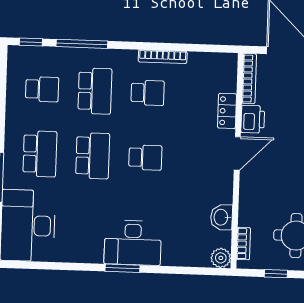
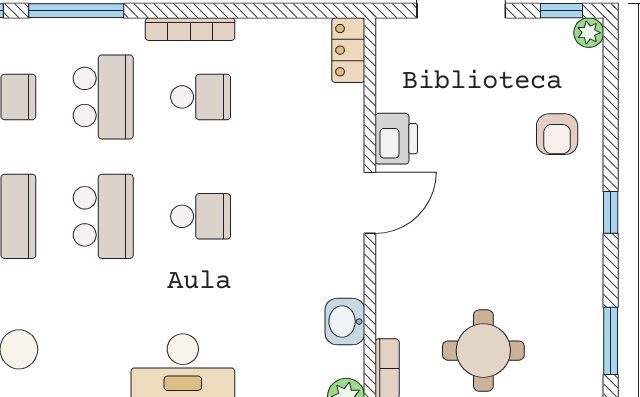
bookcase: (163, 57) -> (190, 29), moved
bookcase: (249, 79) -> (387, 64), removed
locker: (227, 111) -> (348, 50), moved

